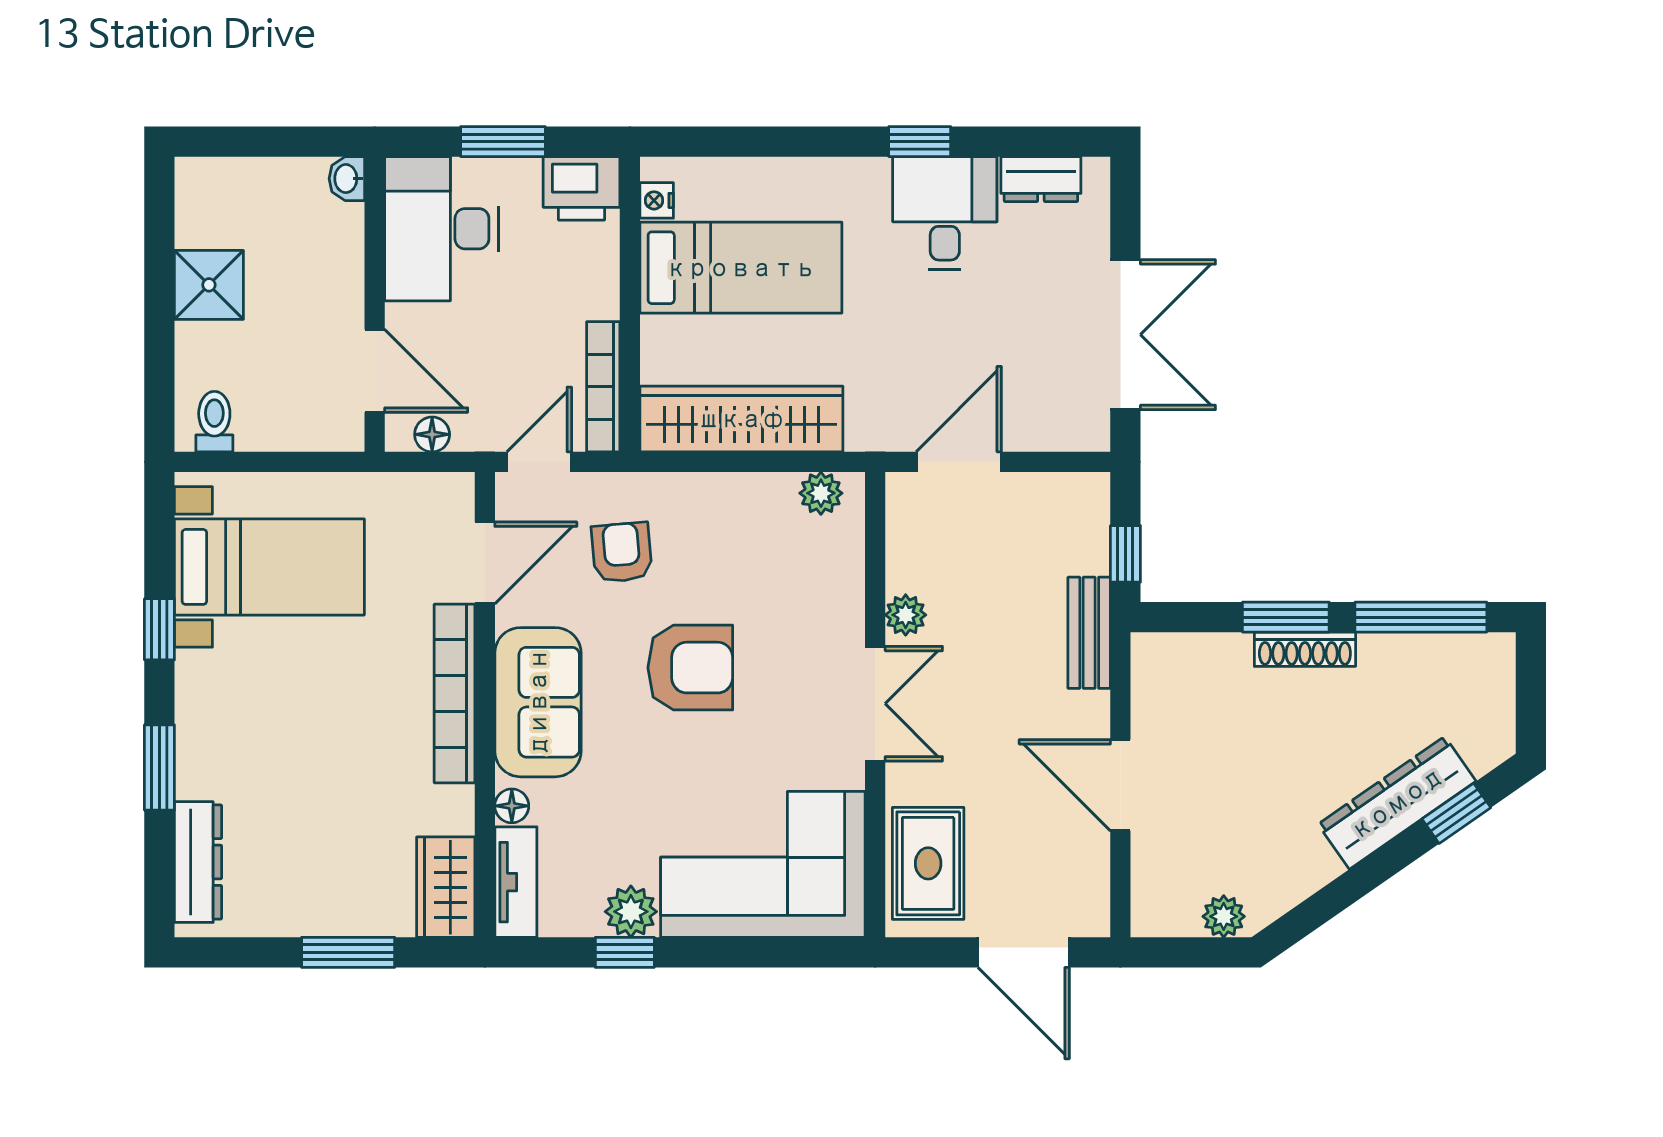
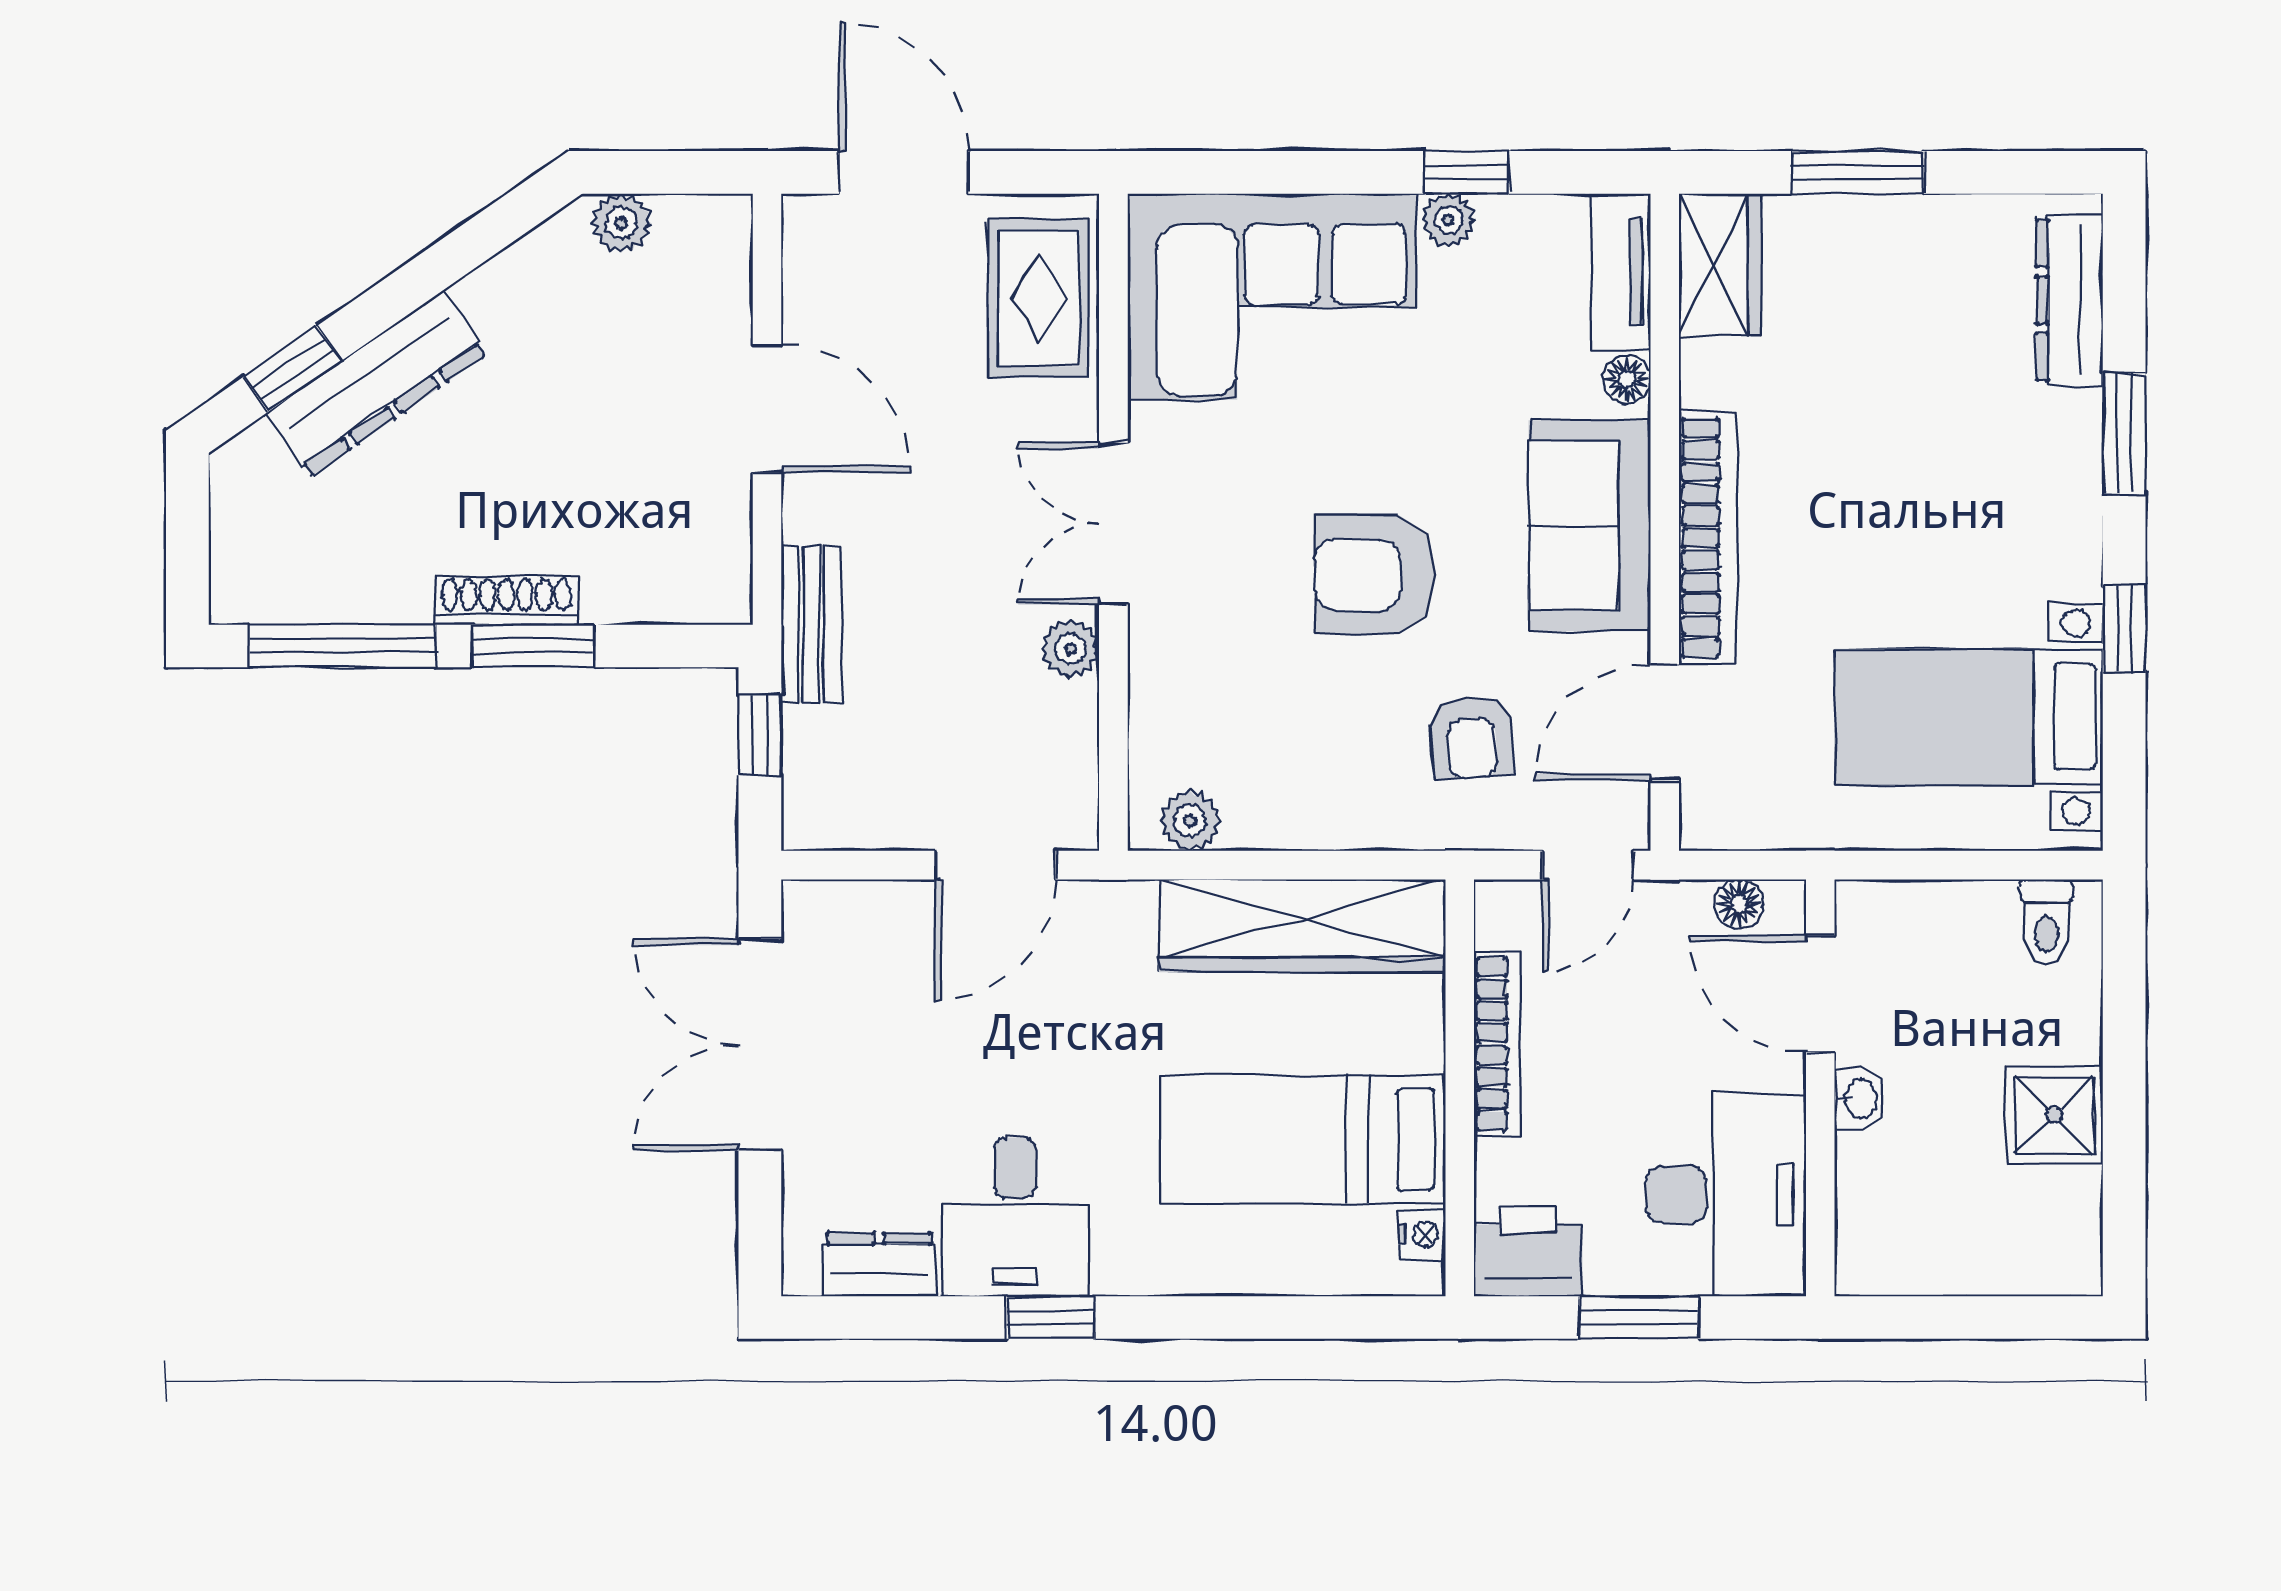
washbasin: (347, 179) -> (1860, 1099), moved
bookcase: (603, 387) -> (1497, 1044), moved
plant: (631, 912) -> (1448, 220), width x0.73, depth x0.73

